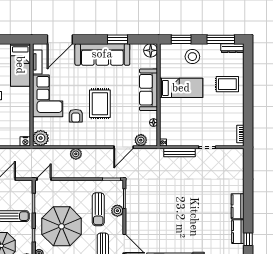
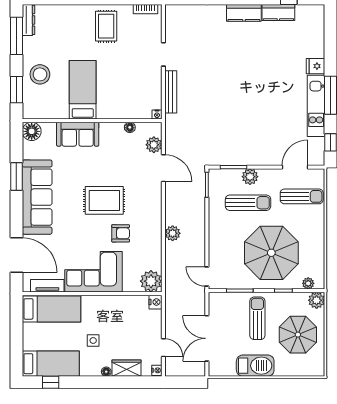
rug: (227, 84) -> (106, 26), moved
sofa: (149, 90) -> (78, 134), width x0.73

